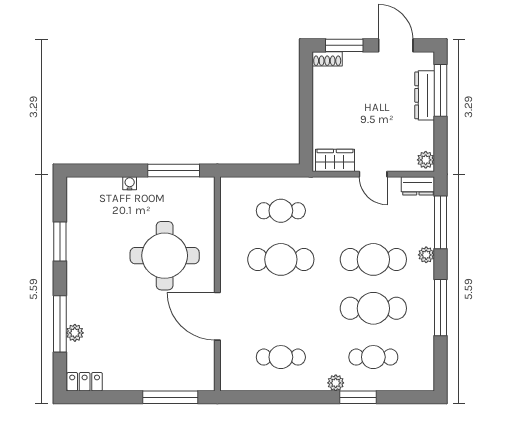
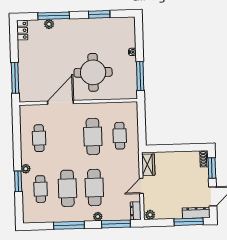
dresser: (425, 95) -> (196, 213), moved

